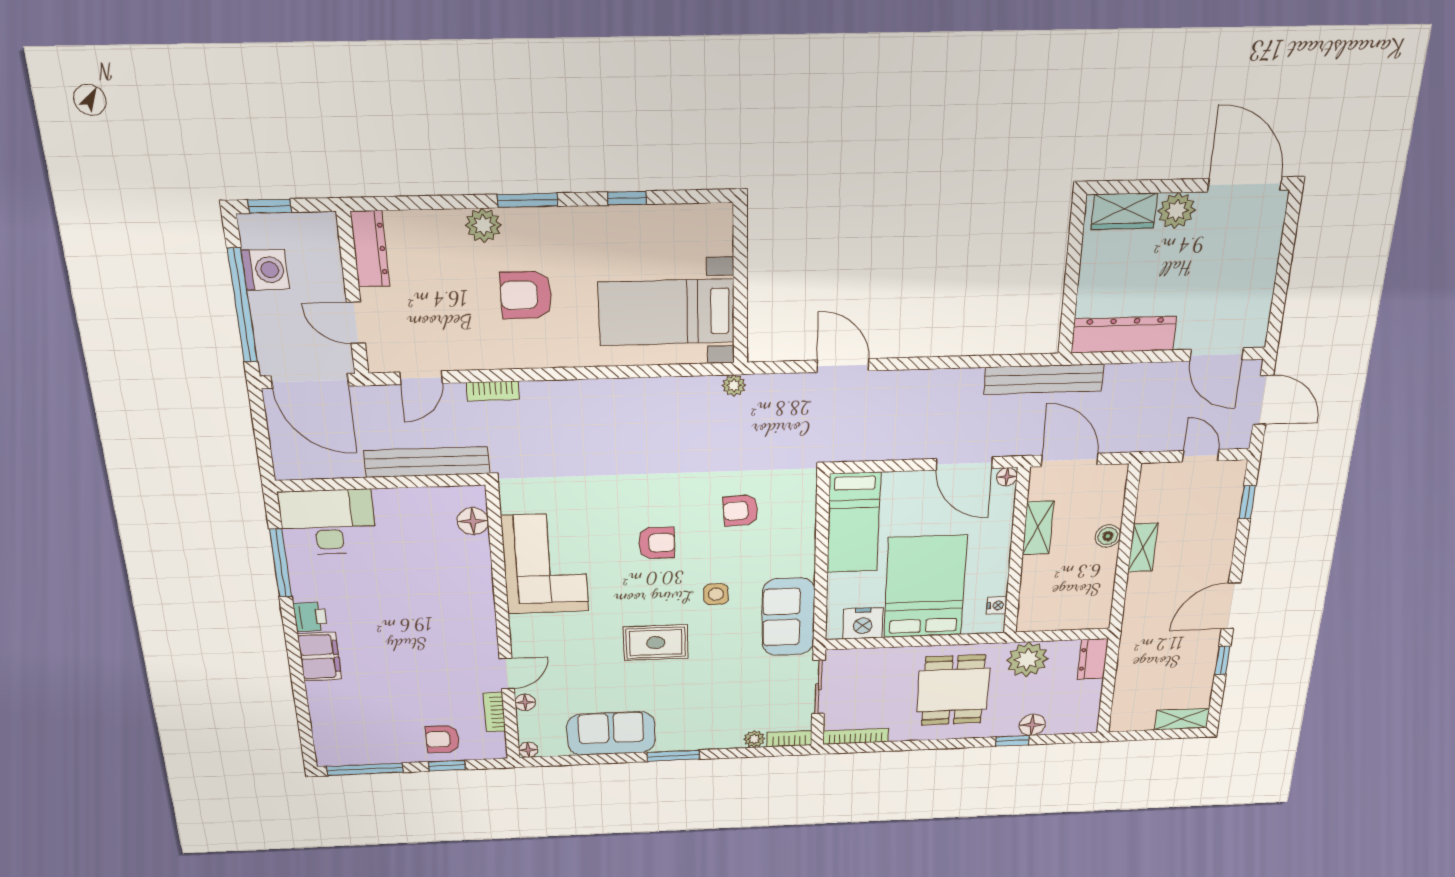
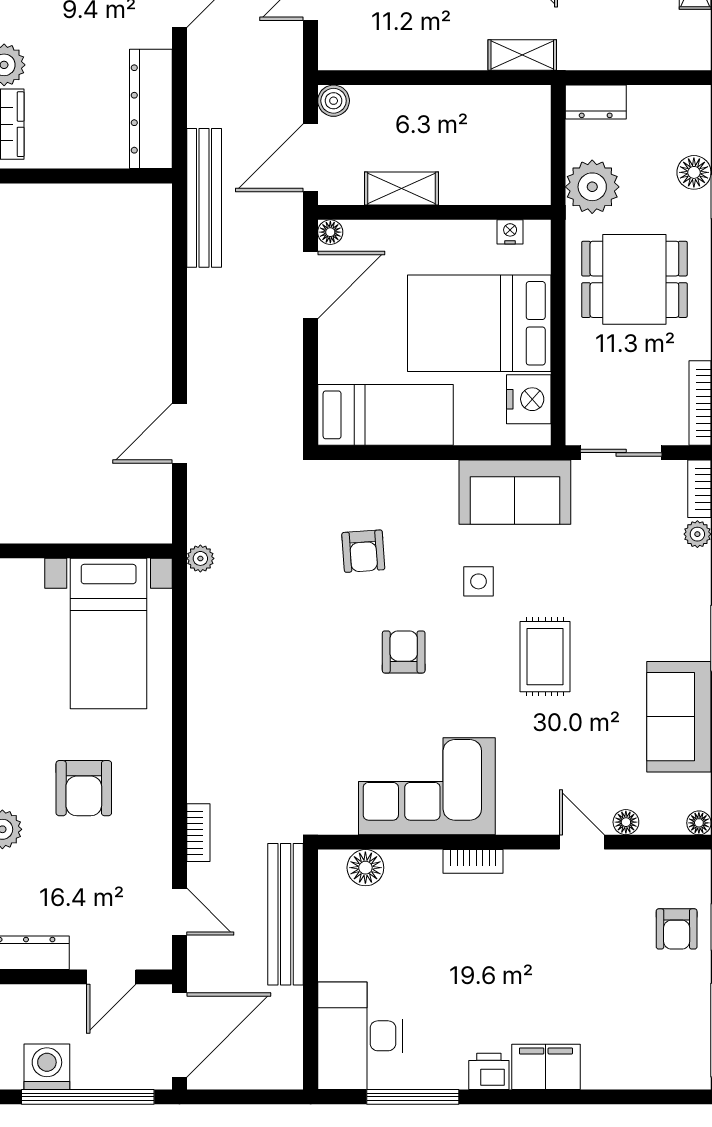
boiler: (1108, 536) -> (334, 101), moved
shelving: (1143, 547) -> (522, 55), moved
bookcase: (494, 712) -> (473, 861), moved

